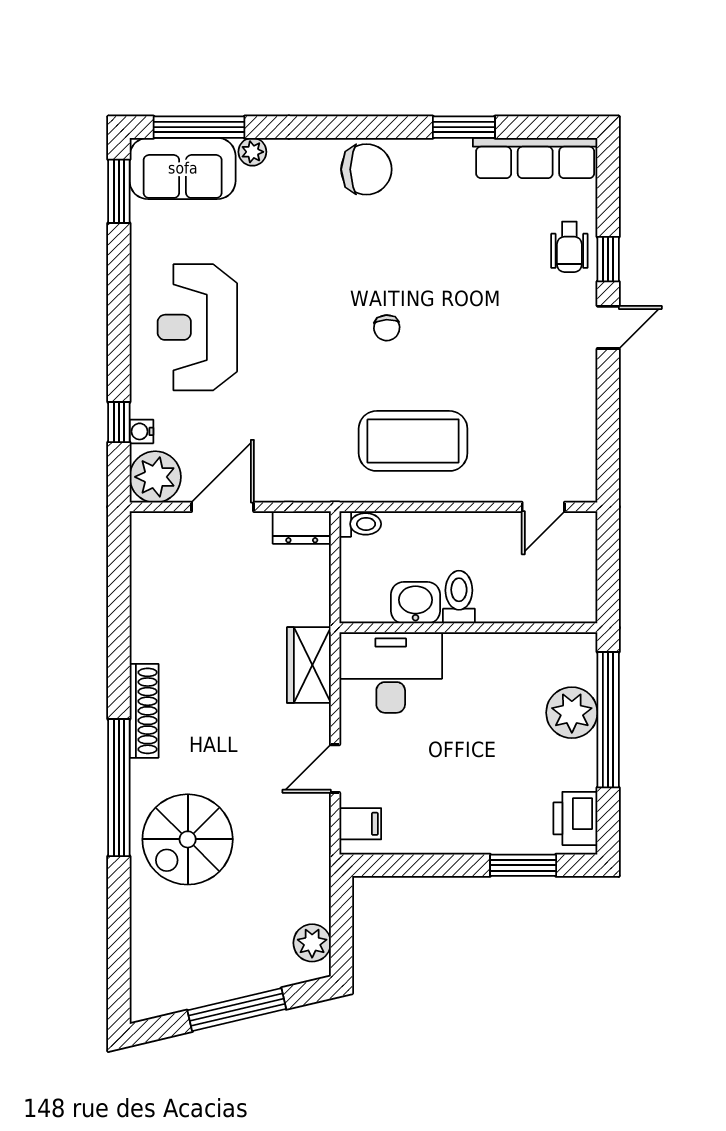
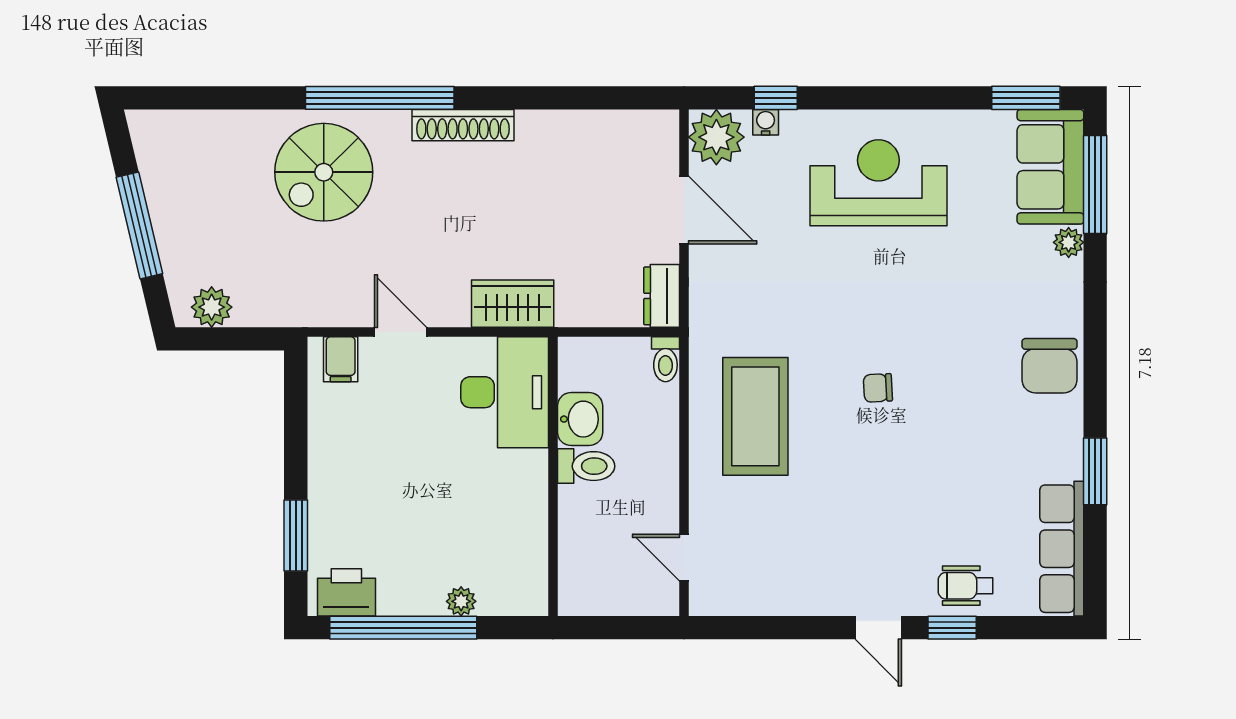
plant: (572, 713) -> (461, 601), width x0.53, depth x0.53
window: (608, 720) -> (403, 628), moved
spiral stairs: (188, 839) -> (324, 172), turned -90

